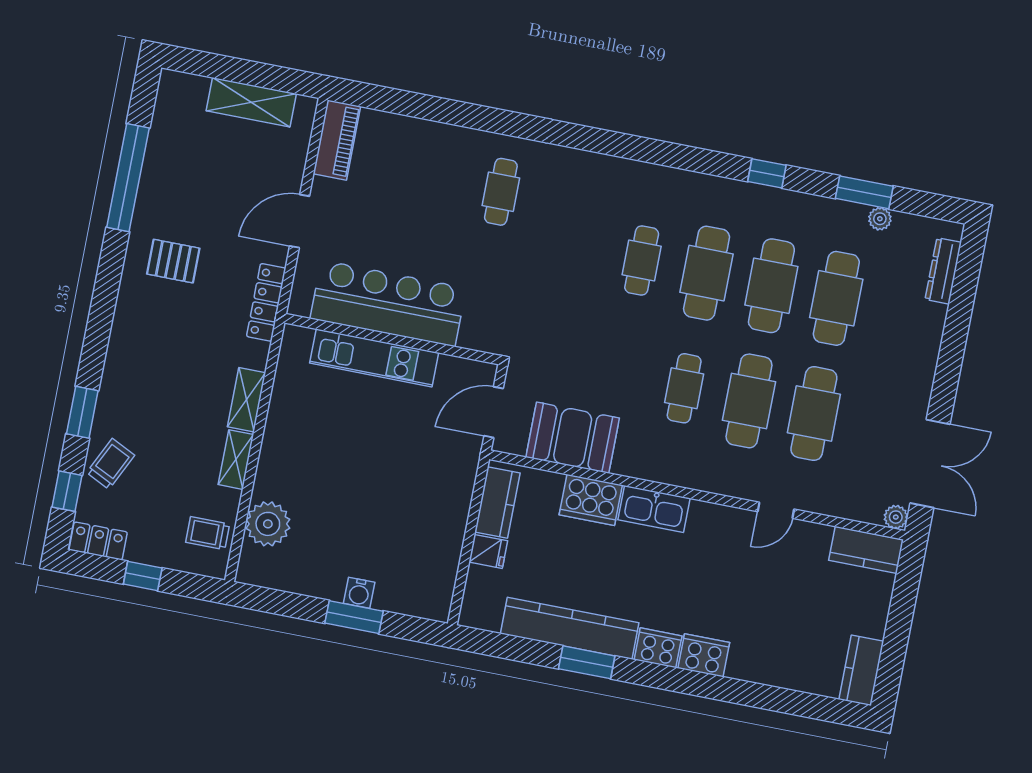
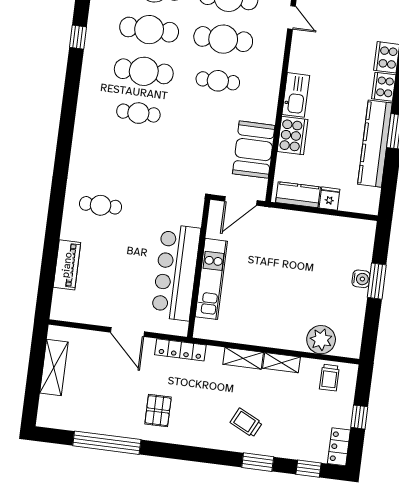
piano: (337, 140) -> (67, 265), moved, turned 90
door: (494, 412) -> (241, 201), hinge flipped
trolley: (111, 464) -> (246, 423), moved

